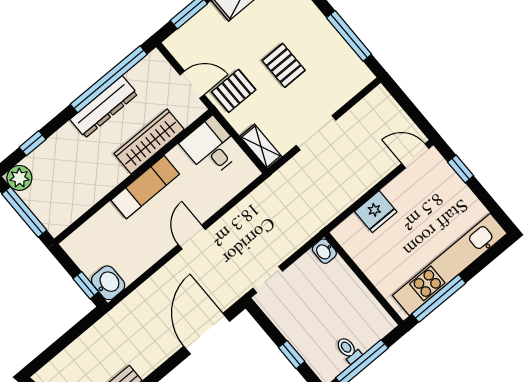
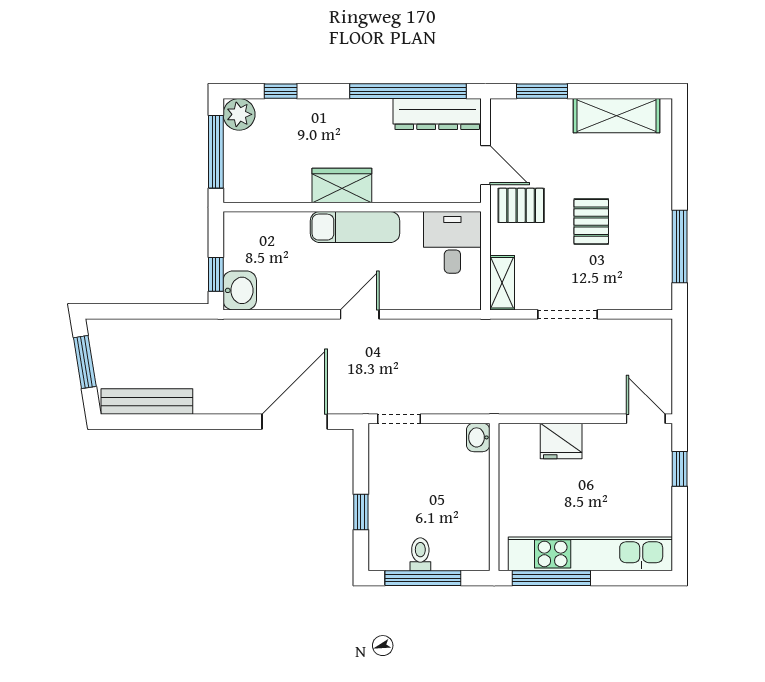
dresser: (104, 107) -> (437, 114), moved
wardrobe: (149, 142) -> (342, 186), moved, width x0.67

